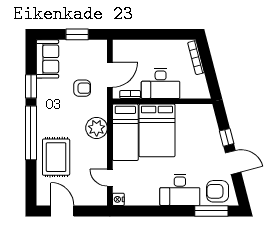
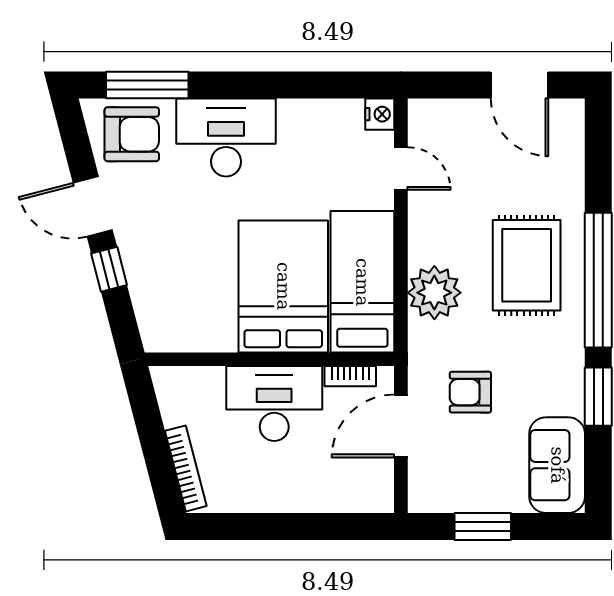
rug: (56, 157) -> (527, 265), moved

